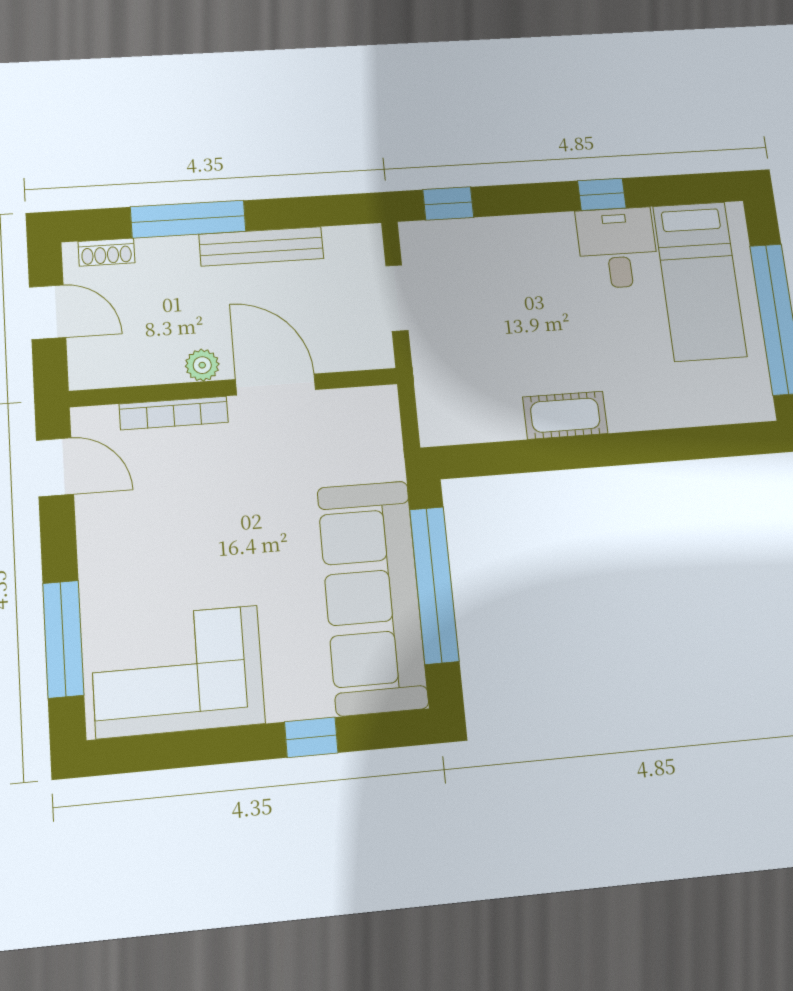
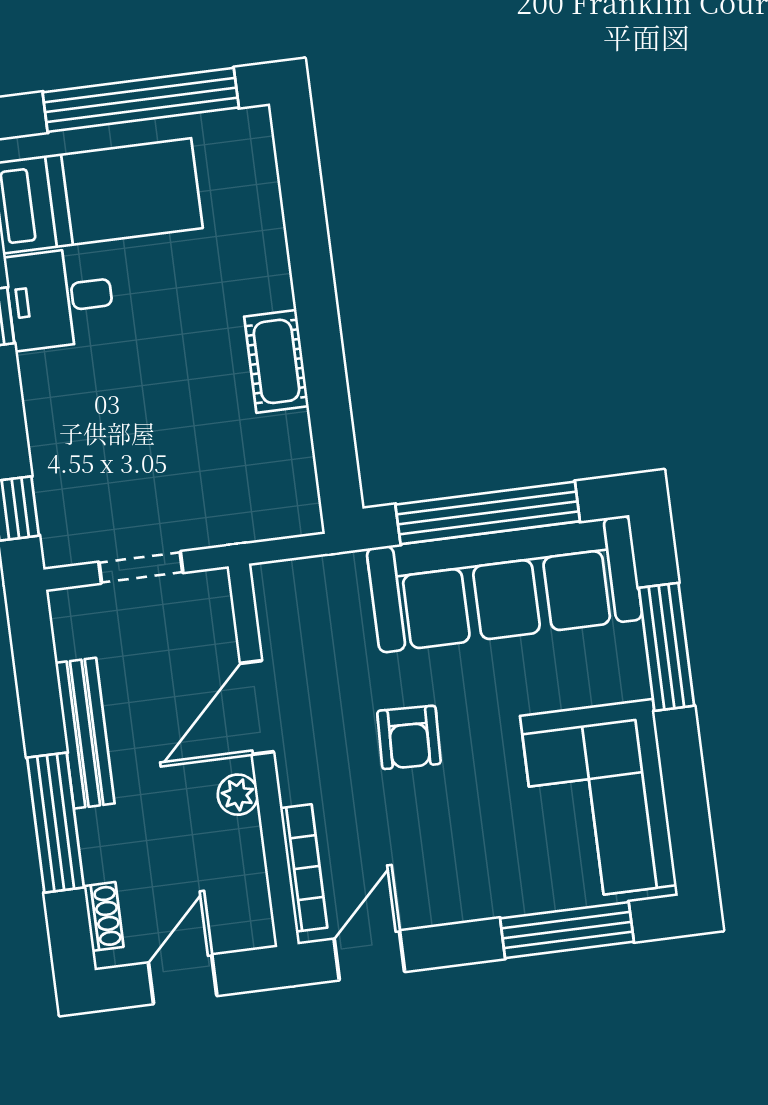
bookcase: (174, 413) -> (304, 868), moved
armchair: (243, 509) -> (409, 737), added
window: (311, 737) -> (666, 647), width x2.17

